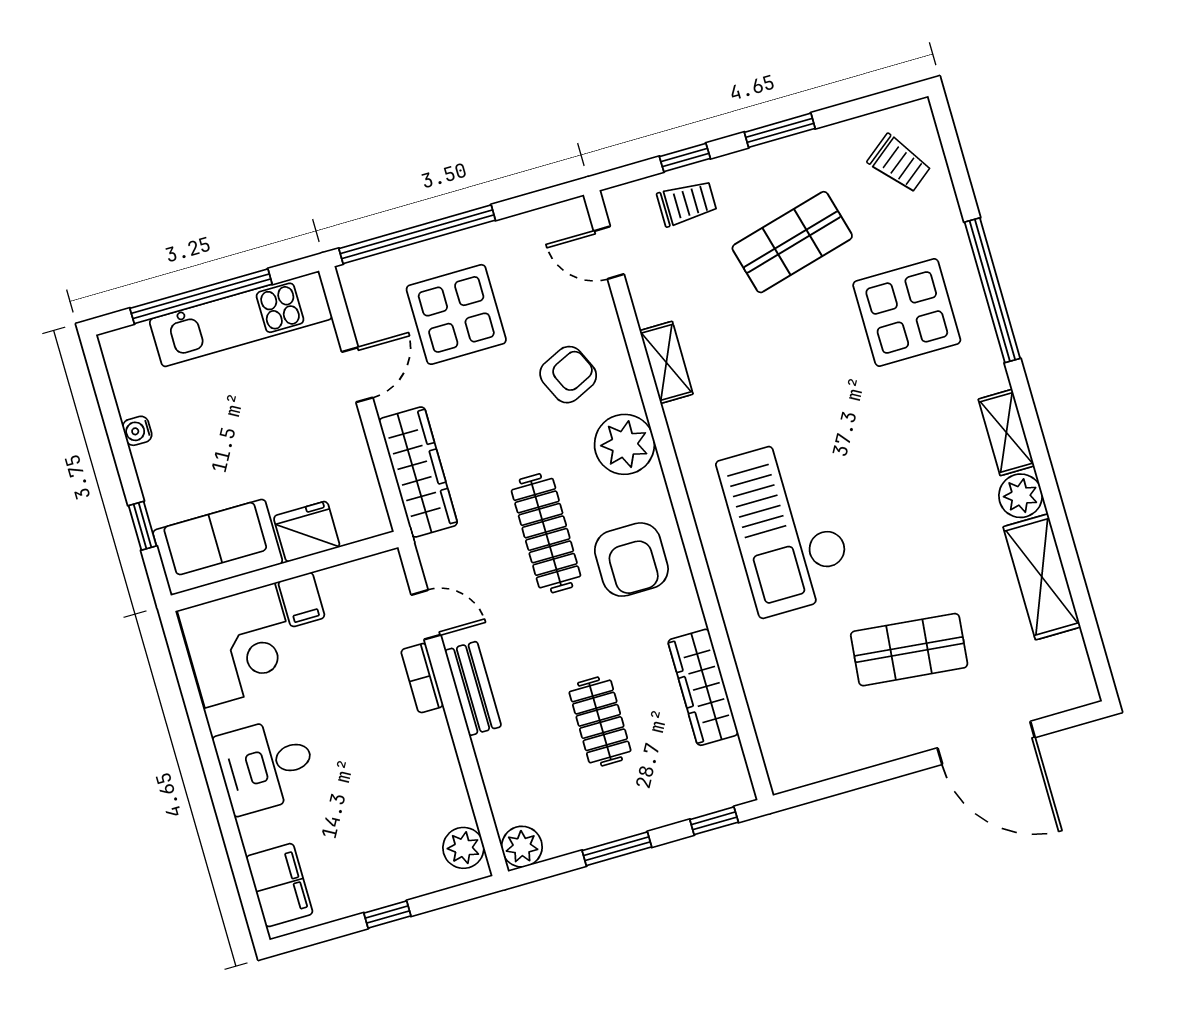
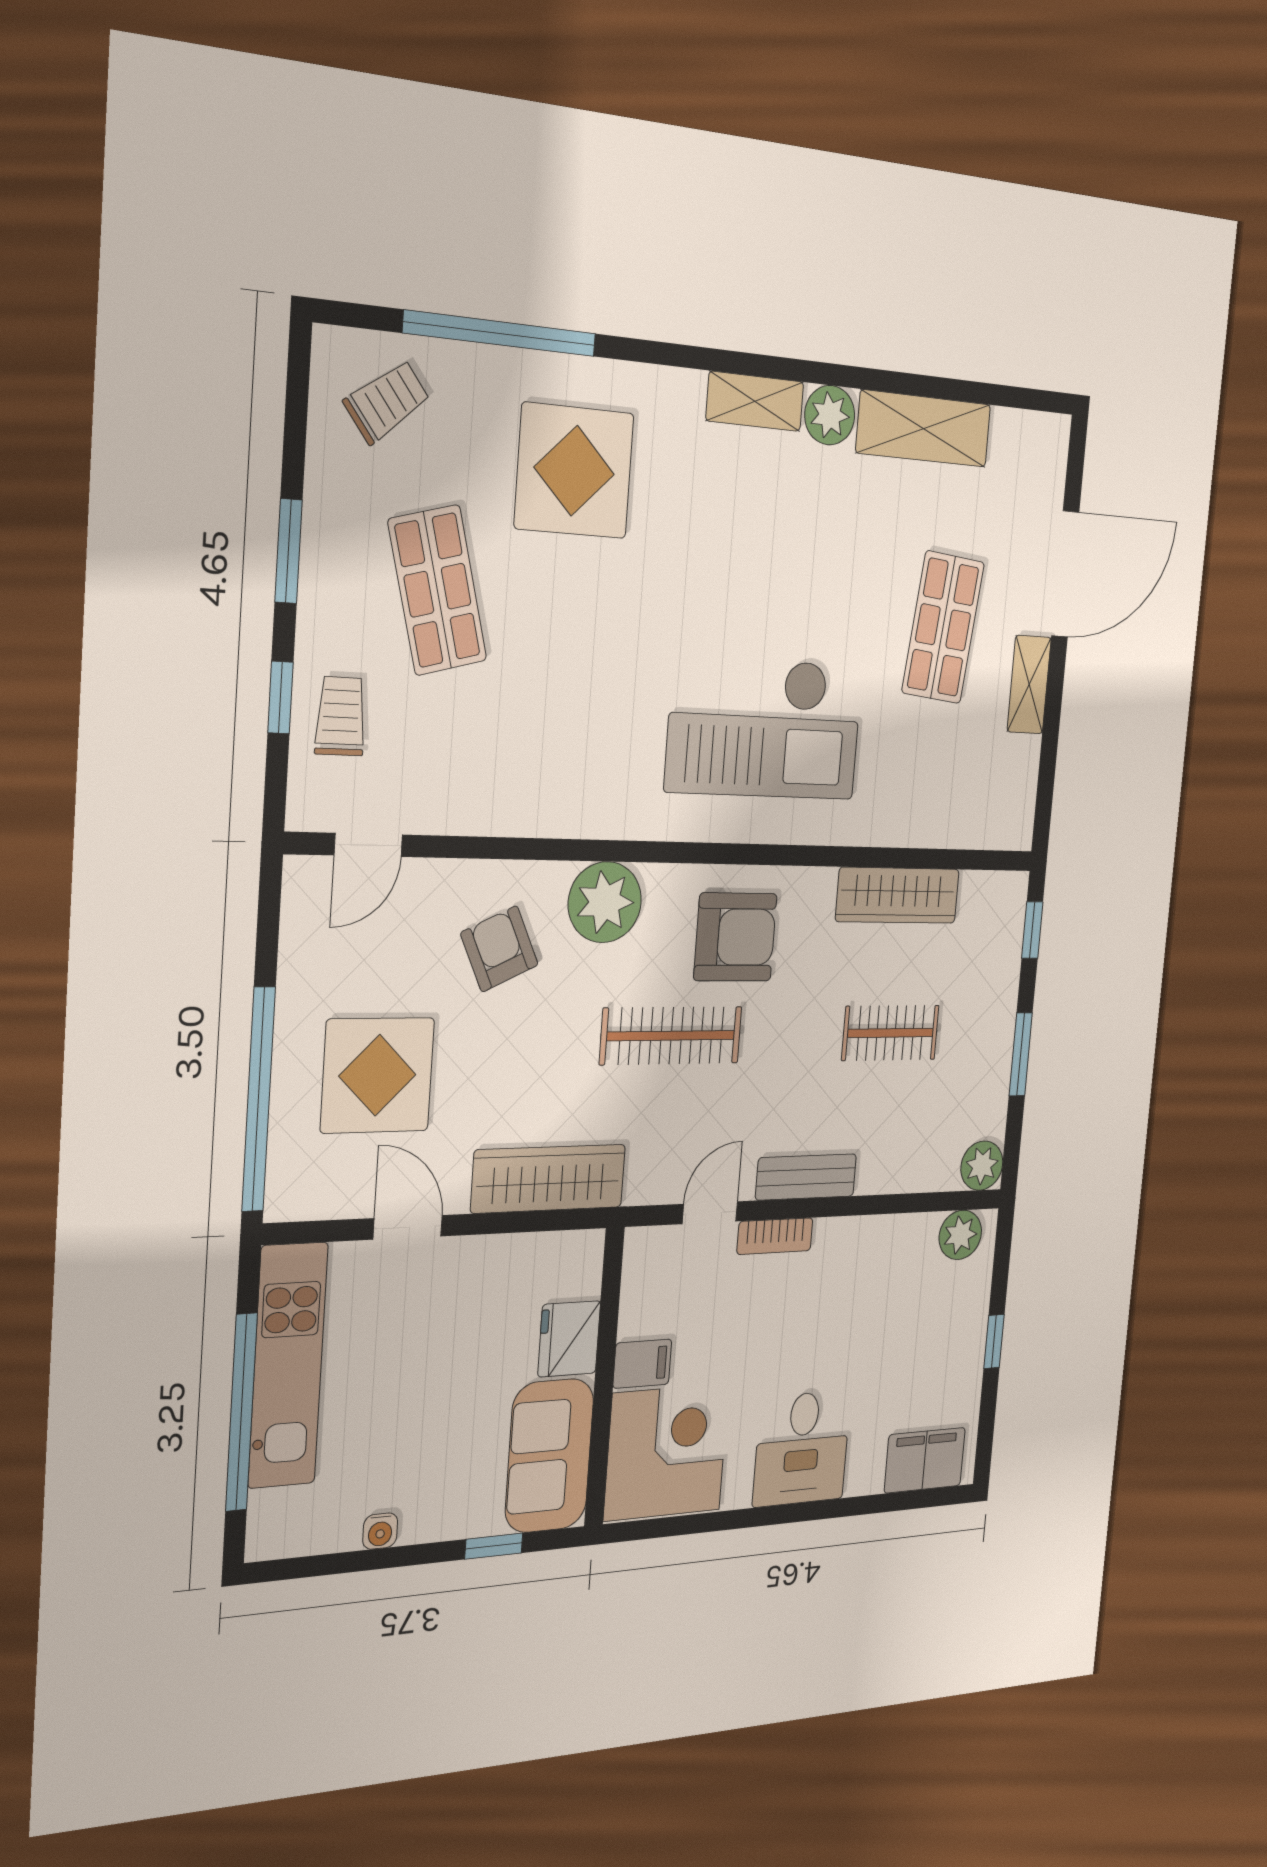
window: (992, 290) -> (500, 333), moved
shelving: (666, 362) -> (1029, 685), moved, turned 90

